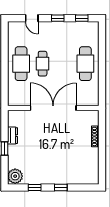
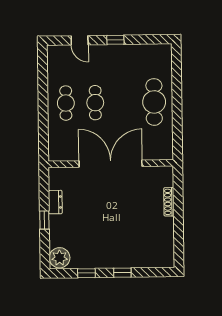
window: (82, 18) -> (148, 39), removed
cafe table: (21, 64) -> (66, 103), width x0.73, depth x0.74

